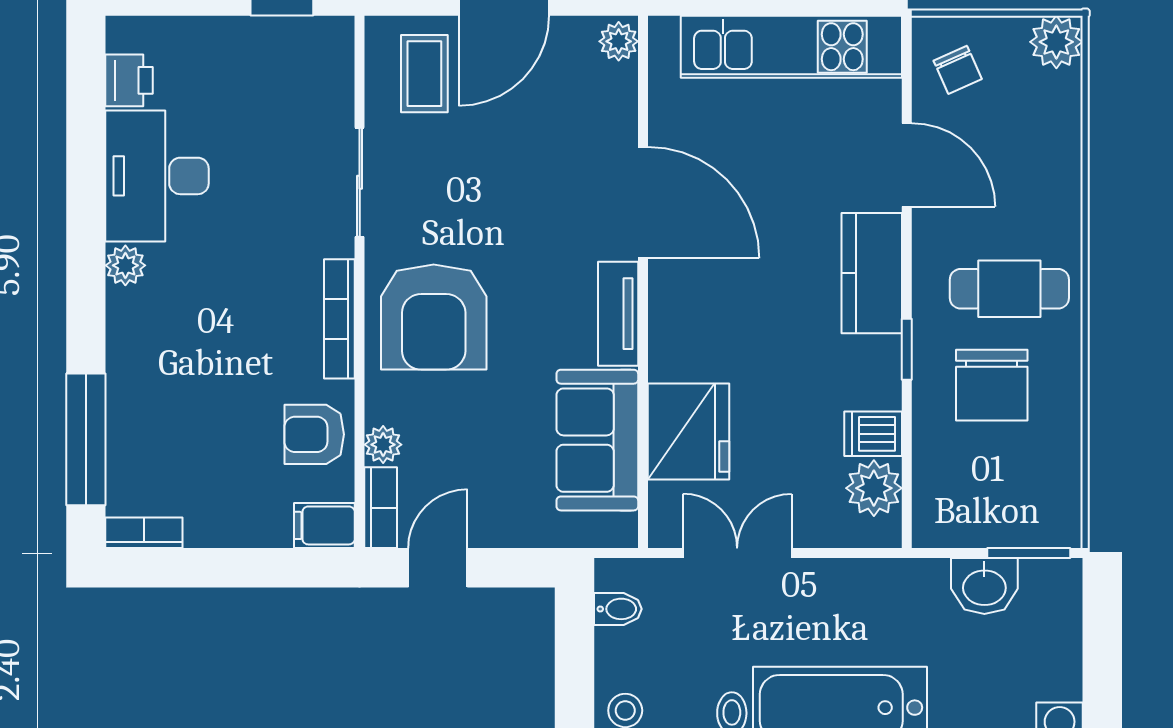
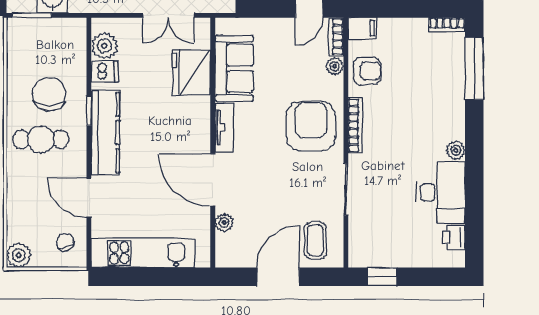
plant: (619, 41) -> (224, 223), moved
kitchen counter: (872, 273) -> (105, 133), width x1.50

